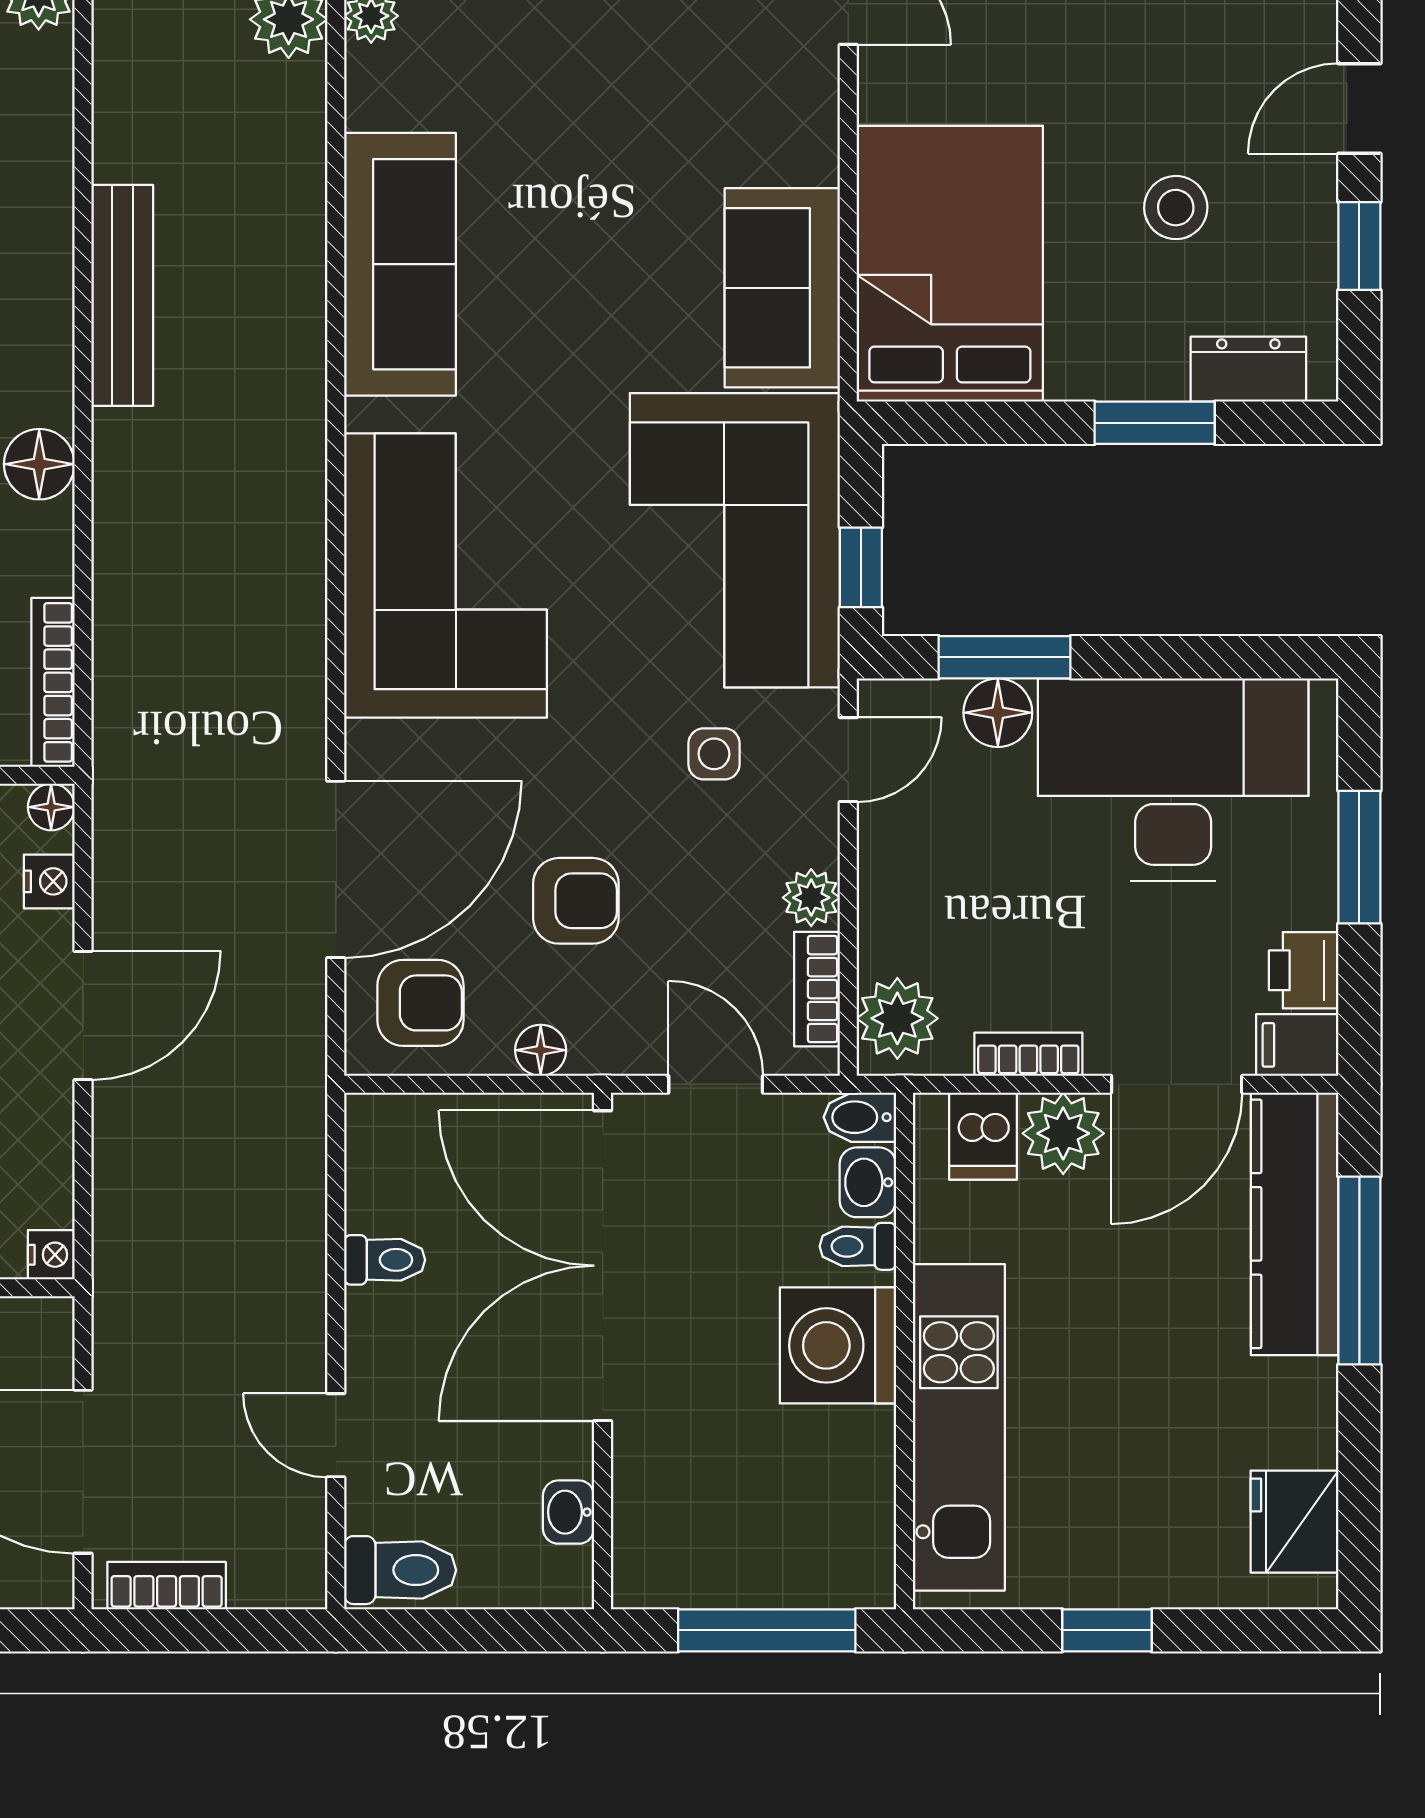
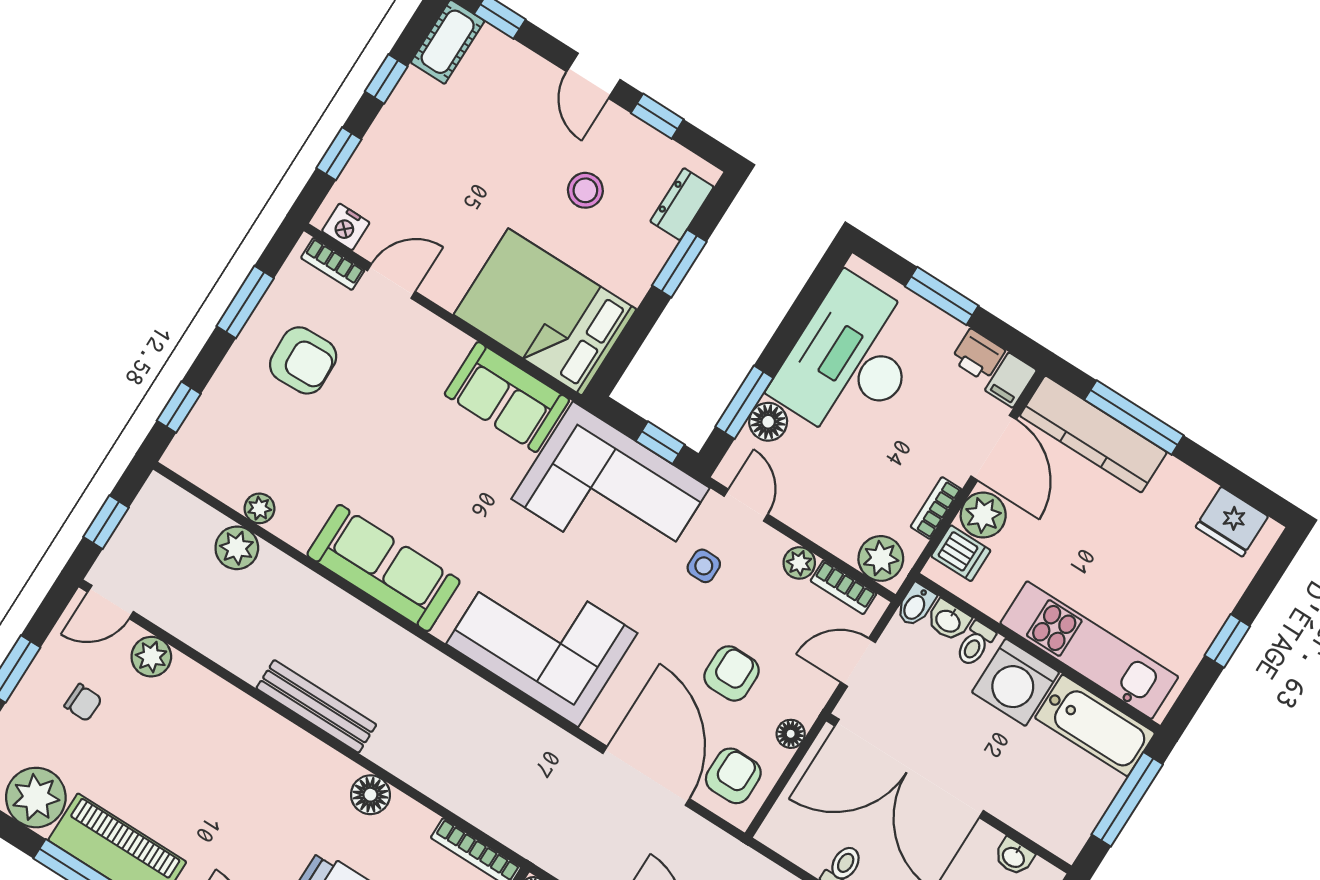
bathtub: (849, 1509) -> (1095, 725), added

